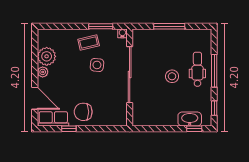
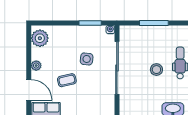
coffee table: (89, 43) -> (67, 80), moved
plant: (47, 56) -> (40, 38), moved
chair: (83, 112) -> (74, 103), removed

